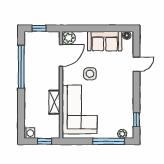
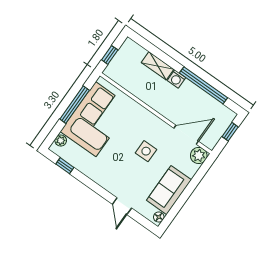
door: (61, 55) -> (186, 135), swing flipped
shelving: (54, 102) -> (158, 66), moved
corner sofa: (80, 110) -> (96, 119), moved, turned -90
washing machine: (29, 133) -> (176, 79), moved
window: (109, 141) -> (75, 105), moved

